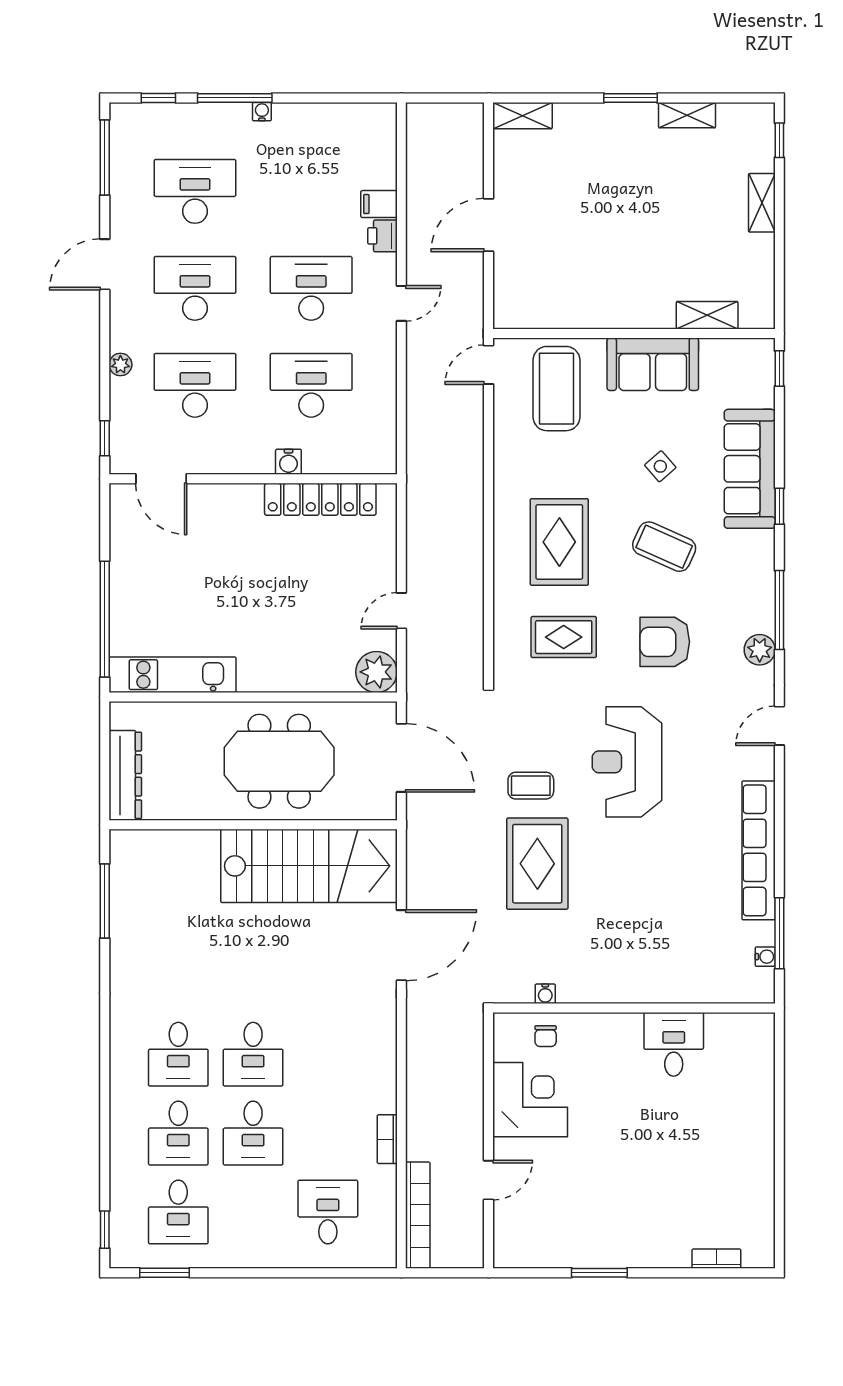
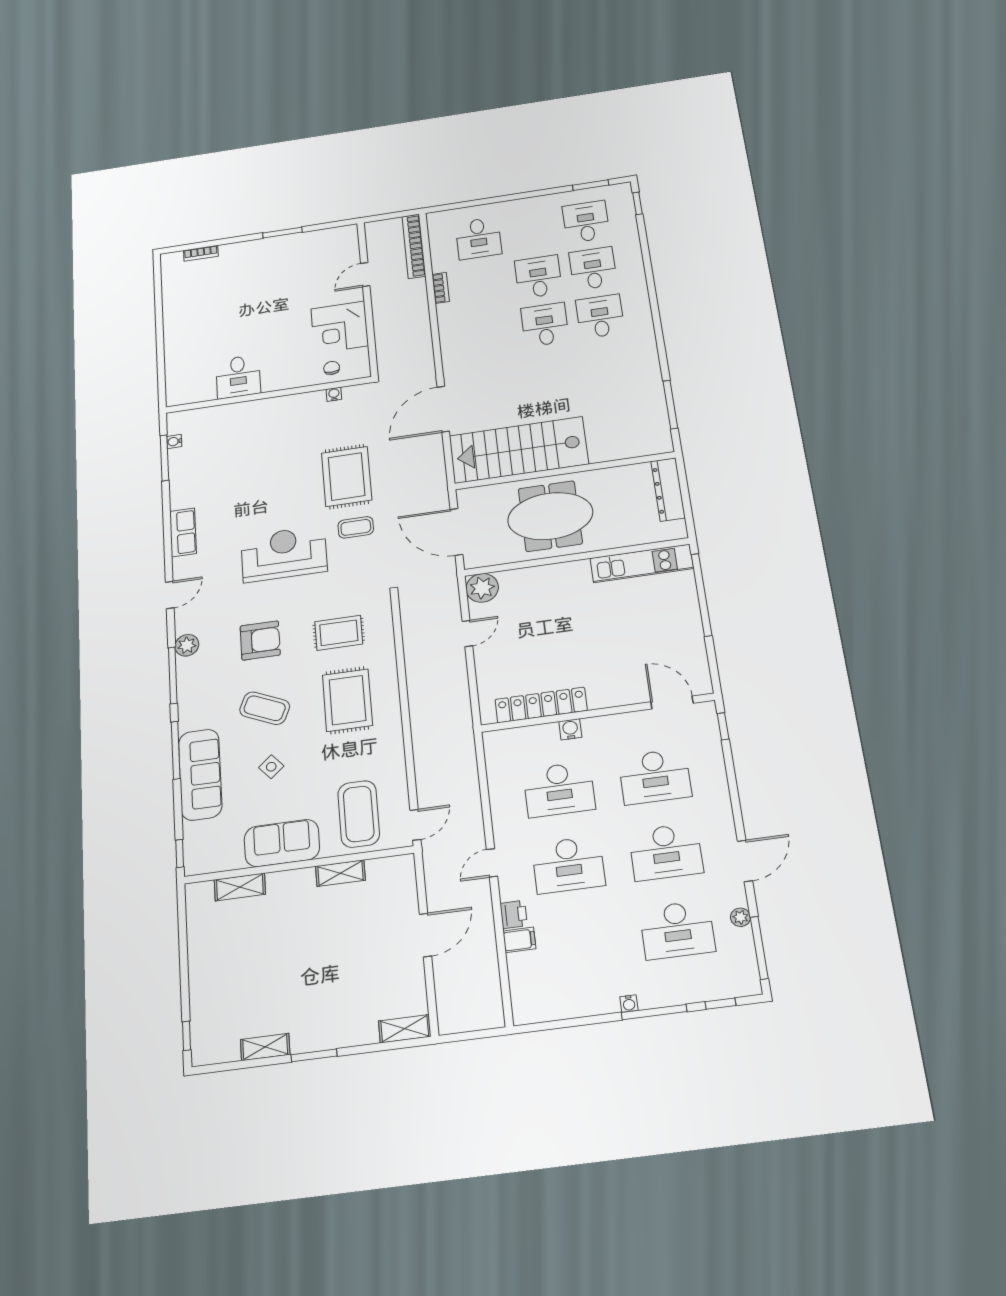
shelving: (762, 203) -> (340, 873), moved, turned 90
plant: (120, 365) -> (740, 917), moved
window: (779, 506) -> (176, 750), width x2.17
reception desk: (627, 762) -> (284, 554), turned -90
row of seats: (759, 850) -> (183, 532), width x0.50

